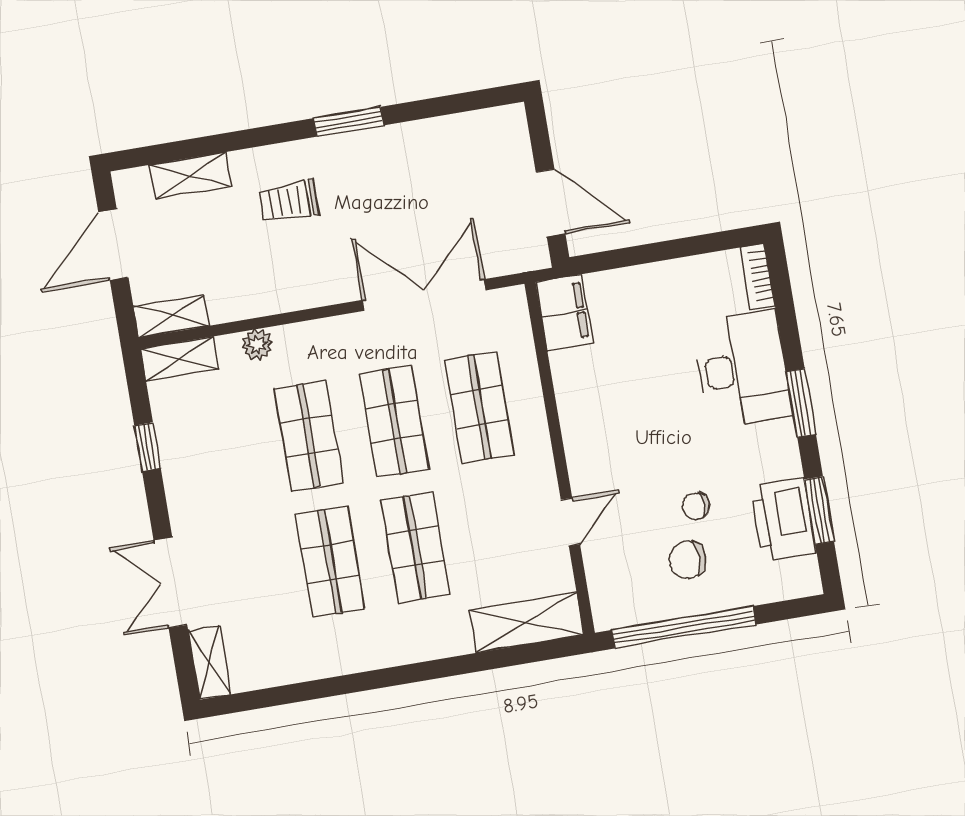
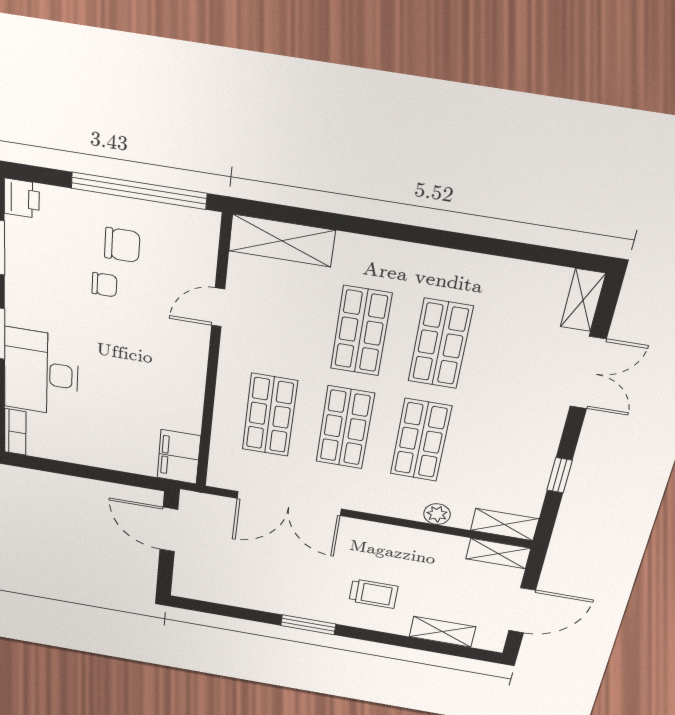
printer: (783, 520) -> (22, 198), moved, width x0.53, depth x0.68

